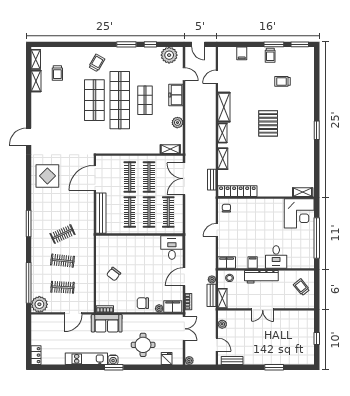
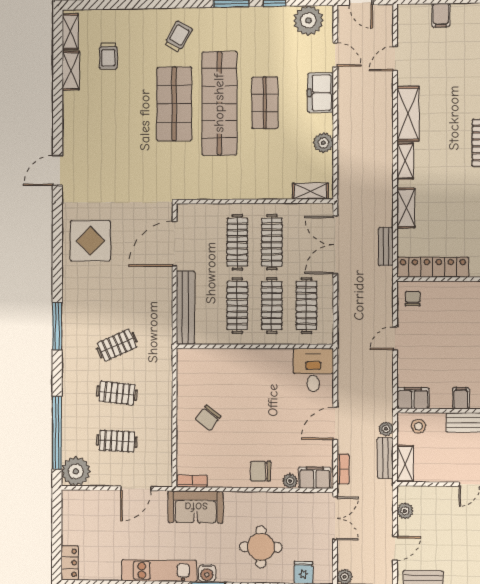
door: (217, 345) -> (395, 548), hinge flipped

